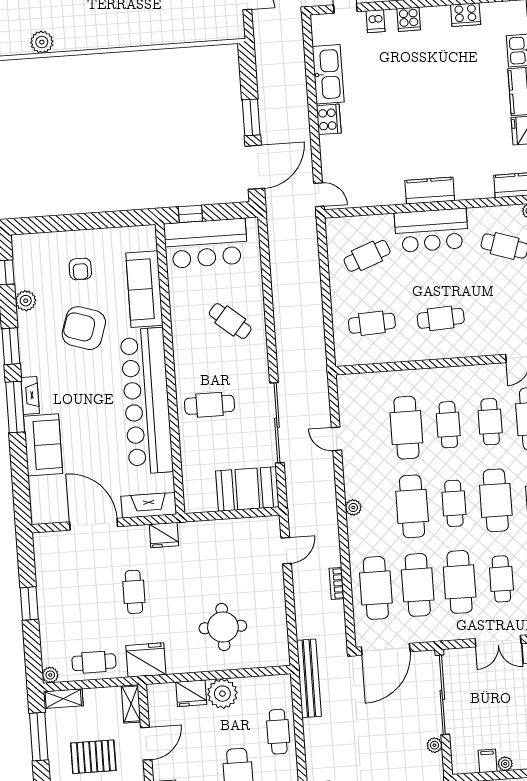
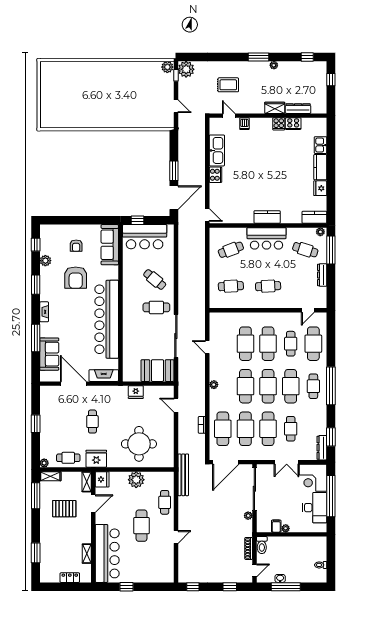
cooker: (409, 19) -> (279, 124), moved
plant: (42, 42) -> (64, 122), removed
sofa: (144, 289) -> (110, 245), moved
armchair: (84, 328) -> (76, 278), turned -108
cafe table: (209, 405) -> (156, 307), moved
window: (15, 407) -> (36, 338), moved
cafe table: (448, 425) -> (268, 344), width x1.37, depth x1.35
sofa: (43, 445) -> (49, 354), moved
cafe table: (454, 503) -> (268, 386), width x1.37, depth x1.35
fridge: (164, 535) -> (136, 392), moved
door: (286, 551) -> (176, 405), swing flipped
round table: (223, 627) -> (139, 444), width x1.36, depth x1.36
fridge: (191, 693) -> (102, 479), moved, turned -90

